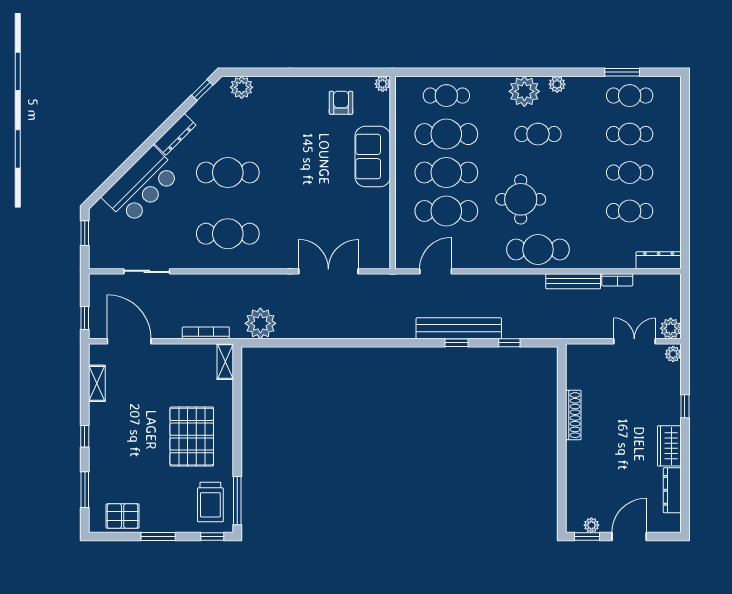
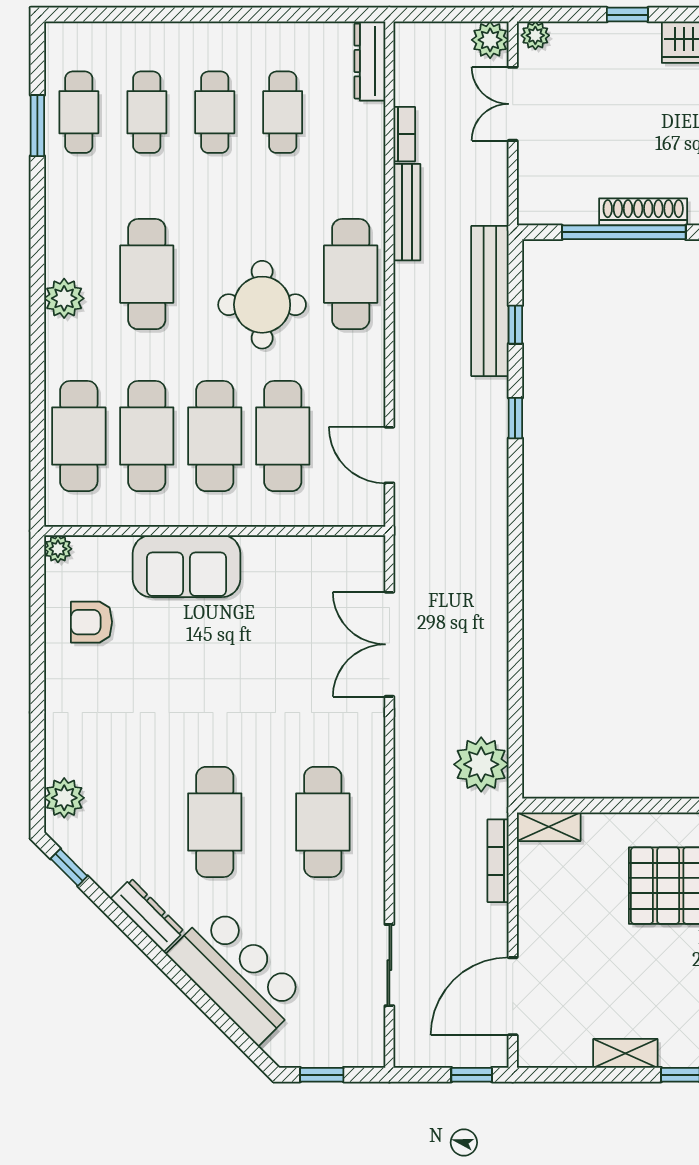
plant: (557, 84) -> (59, 241), removed
plant: (524, 91) -> (64, 298), width x0.73, depth x0.73
cafe table: (446, 96) -> (79, 436), width x1.37, depth x1.35
cafe table: (538, 134) -> (147, 274), width x1.37, depth x1.35
bench: (459, 328) -> (490, 301), moved
shelving: (97, 383) -> (625, 1053), moved
window: (562, 404) -> (624, 232), added

